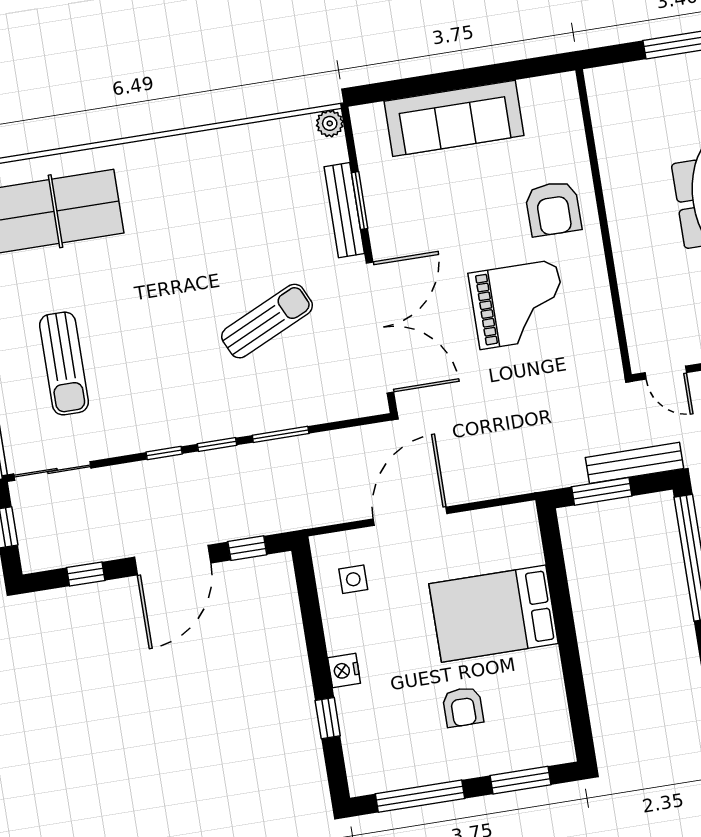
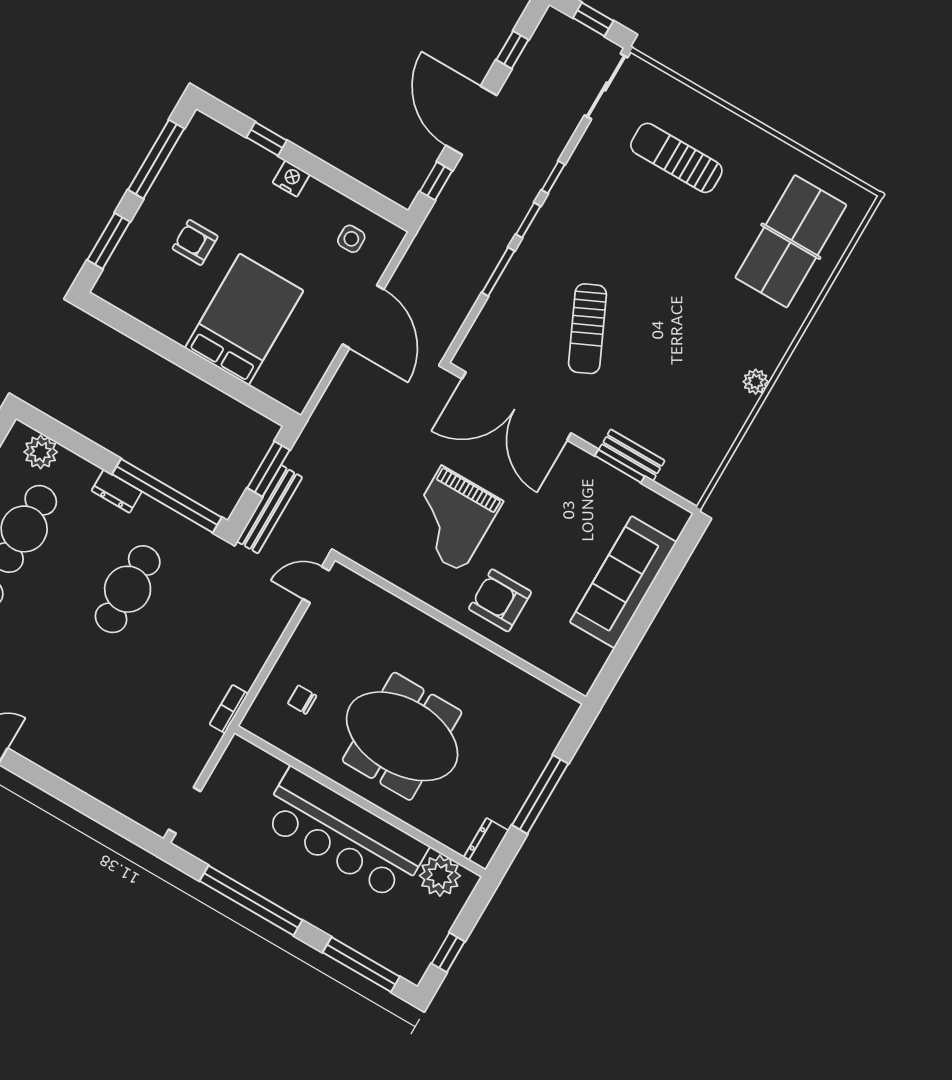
plant: (330, 123) -> (756, 382), moved
bench: (344, 210) -> (632, 455), width x0.73

